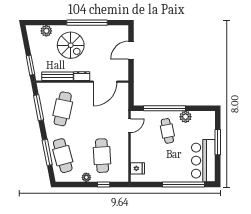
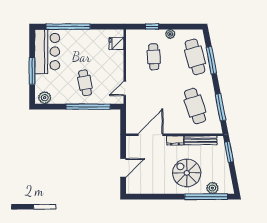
window: (87, 23) -> (206, 197), moved
cafe table: (63, 109) -> (195, 106), turned -30
plant: (186, 117) -> (45, 98), moved
cafe table: (102, 156) -> (154, 57), width x0.73, depth x0.74

